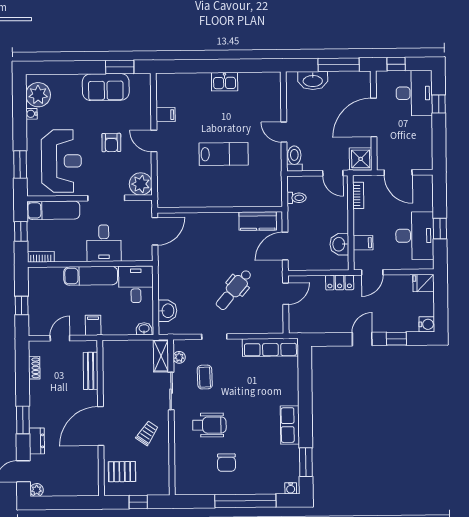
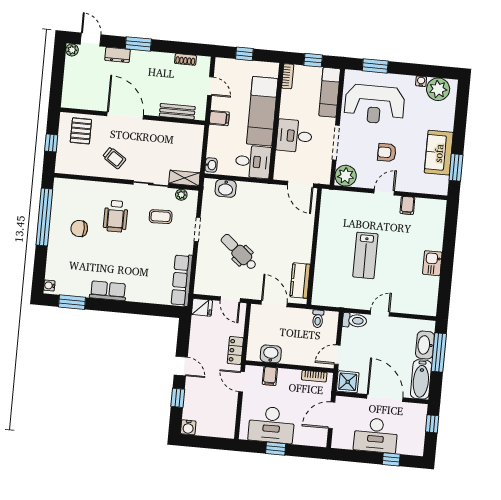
window: (339, 65) -> (439, 352), moved
bathtub: (350, 81) -> (421, 379), added
desk: (414, 93) -> (376, 435), moved
exam couch: (91, 276) -> (262, 111), width x1.36, depth x1.45
fridge: (424, 283) -> (202, 307), moved, turned 90
window: (245, 501) -> (44, 217), moved

